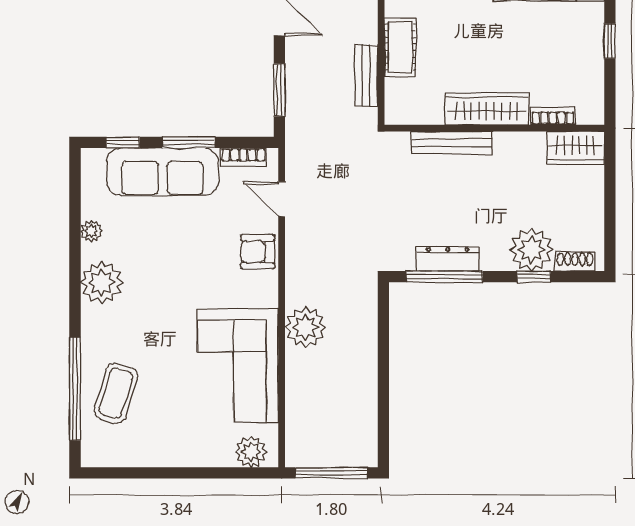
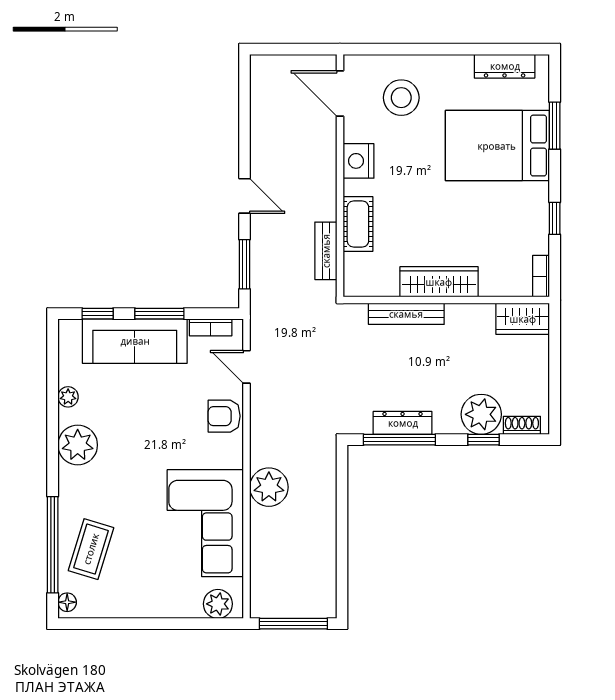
bookcase: (553, 116) -> (541, 276), moved, turned -90
floor lamp: (90, 450) -> (67, 602), added

